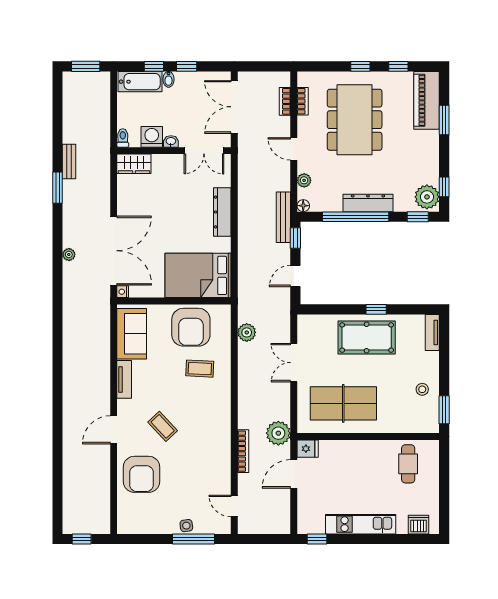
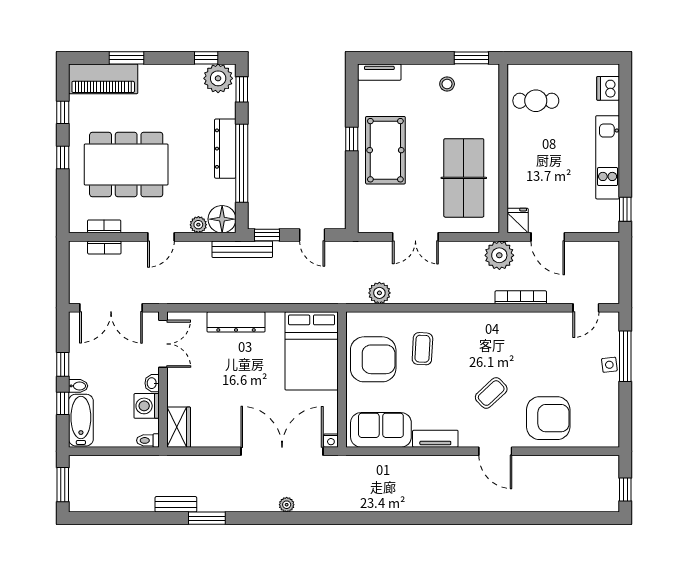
floor lamp: (303, 206) -> (222, 219), width x1.89, depth x1.89

